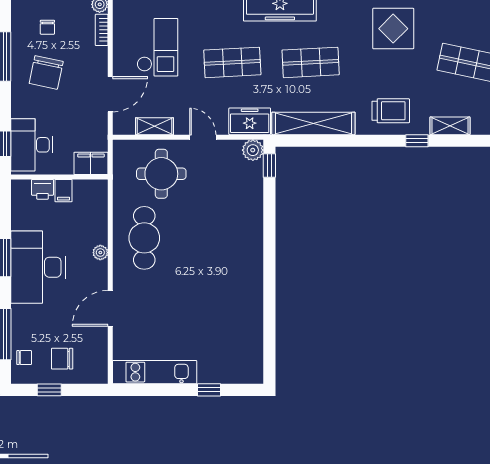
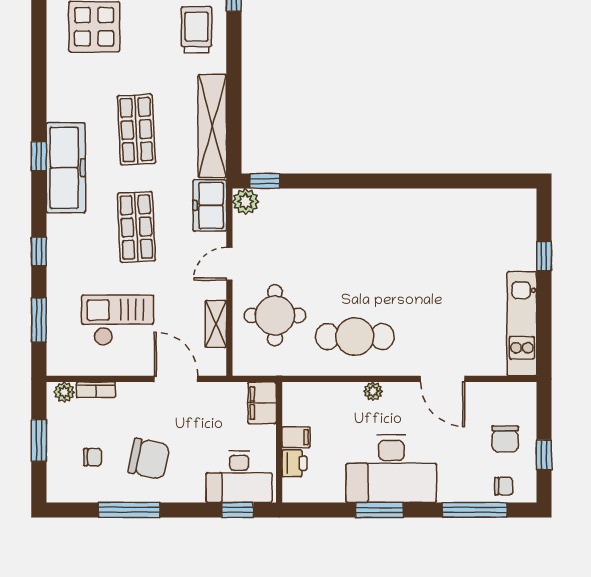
chair: (24, 358) -> (504, 486), turned 90

